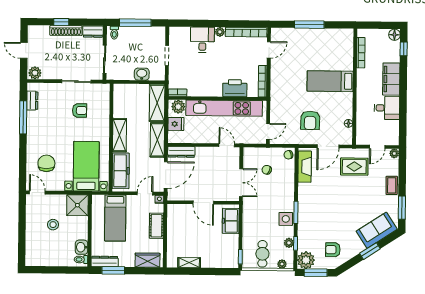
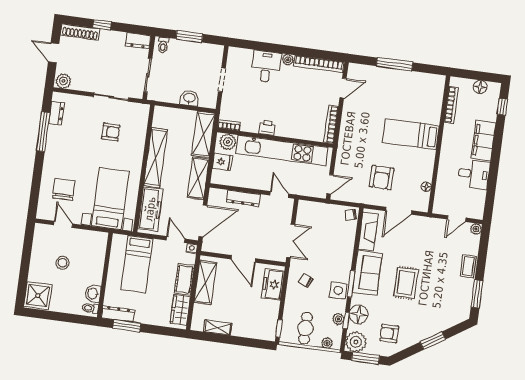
window: (135, 23) -> (189, 36), width x0.69
shoe rack: (66, 31) -> (80, 32), moved
floor lamp: (394, 35) -> (480, 87), moved
printer: (235, 88) -> (267, 128), moved, width x0.53, depth x0.68
shelving: (120, 135) -> (155, 158), width x1.47
dresser: (181, 152) -> (243, 198), moved
rug: (354, 167) -> (406, 283), moved, turned 90
chair: (267, 170) -> (306, 280), moved
door: (37, 192) -> (63, 224), moved
door: (145, 194) -> (176, 240), hinge flipped
shower: (77, 205) -> (38, 296), moved
shelving: (174, 226) -> (205, 282), added
sofa: (377, 230) -> (367, 273), moved, turned 123
floor lamp: (305, 237) -> (359, 314), added
wardrobe: (148, 260) -> (180, 310), moved, turned -90

